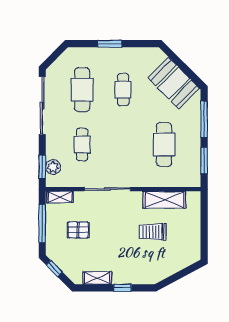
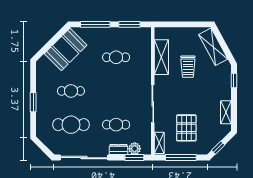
cafe table: (164, 144) -> (116, 57), width x0.73, depth x0.74
dresser: (52, 147) -> (118, 150), added
pallet: (78, 230) -> (186, 128), width x1.50, depth x1.42
shelving: (177, 263) -> (213, 47), added
window: (122, 288) -> (234, 80), moved

